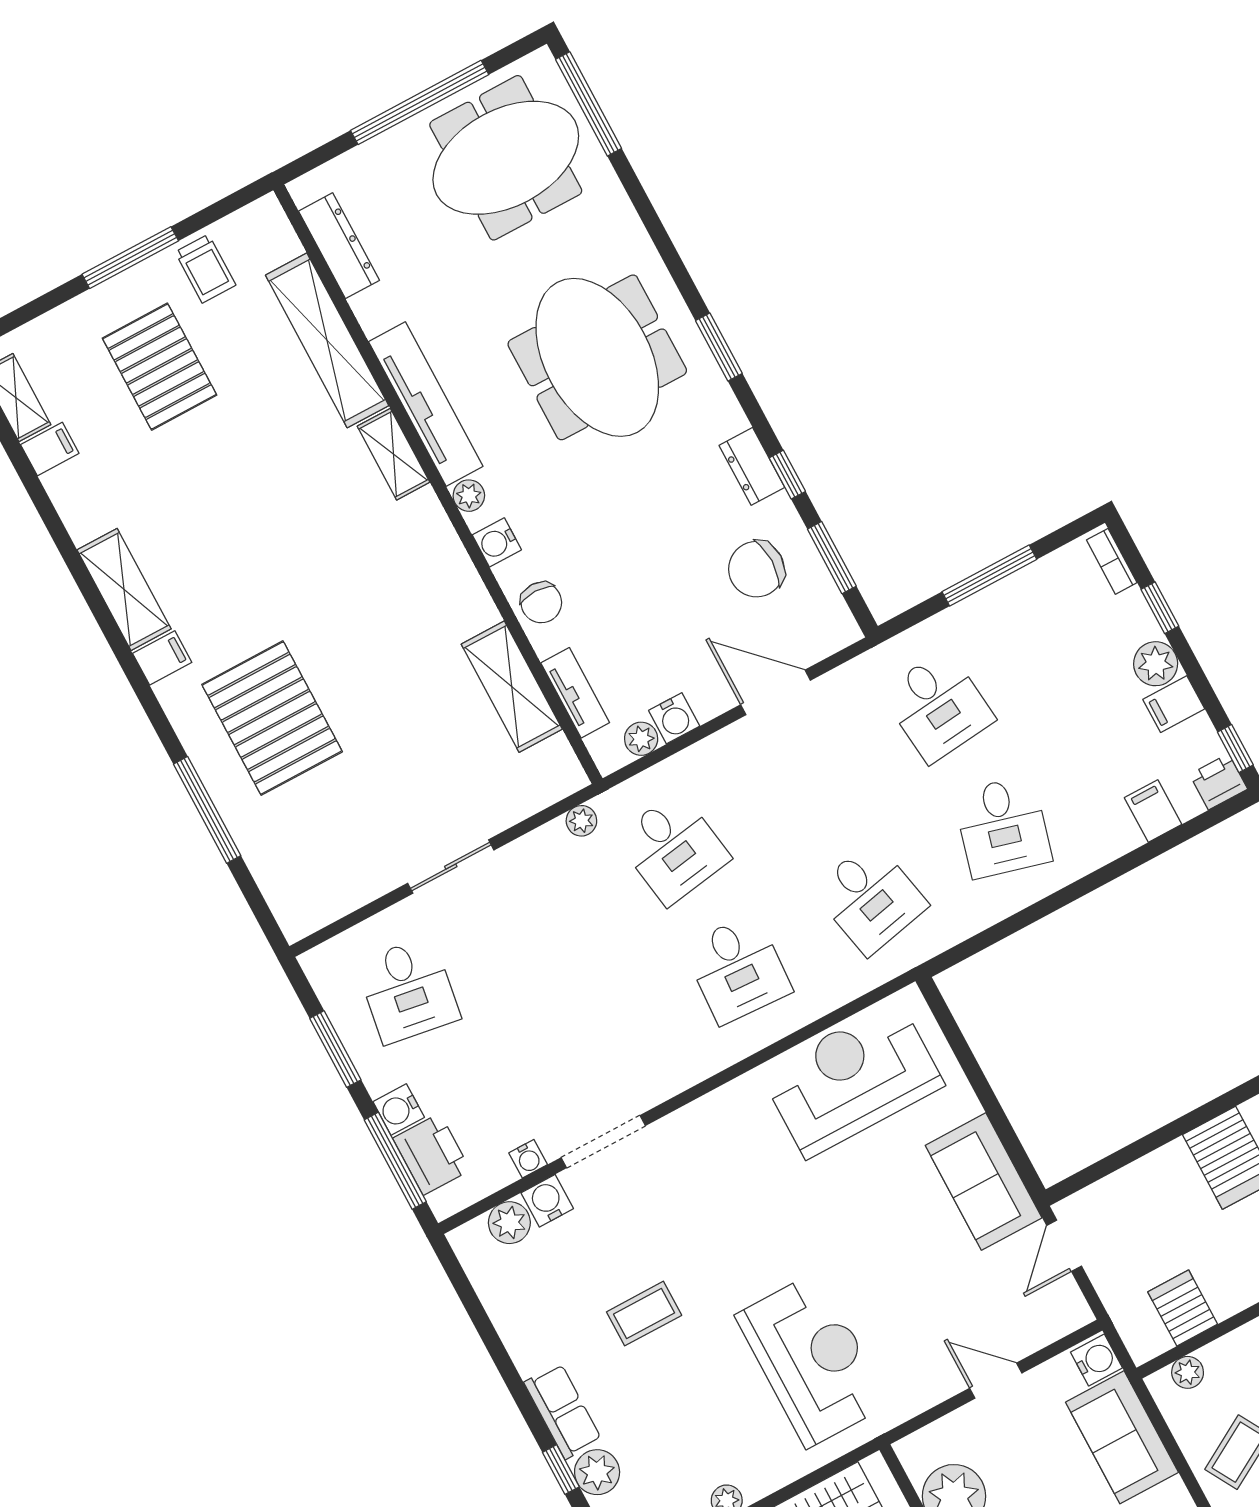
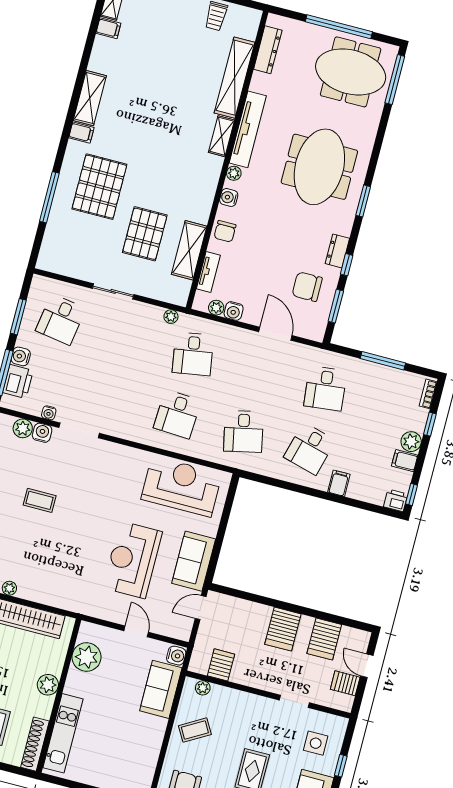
pallet: (160, 367) -> (145, 234), moved
filing cabinet: (1153, 811) -> (339, 483), moved
reception desk: (812, 1360) -> (133, 560), moved, turned 180

